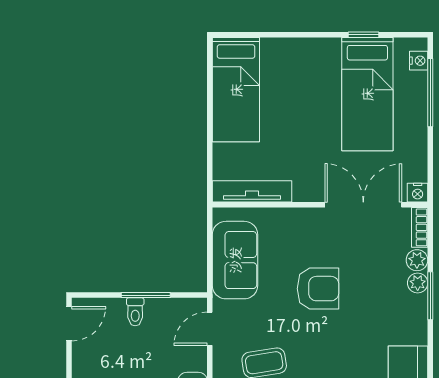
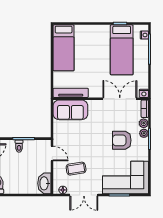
sofa: (235, 260) -> (70, 110), moved, turned 90
armchair: (318, 289) -> (122, 140), moved, turned 180
door: (210, 329) -> (52, 154), swing flipped

